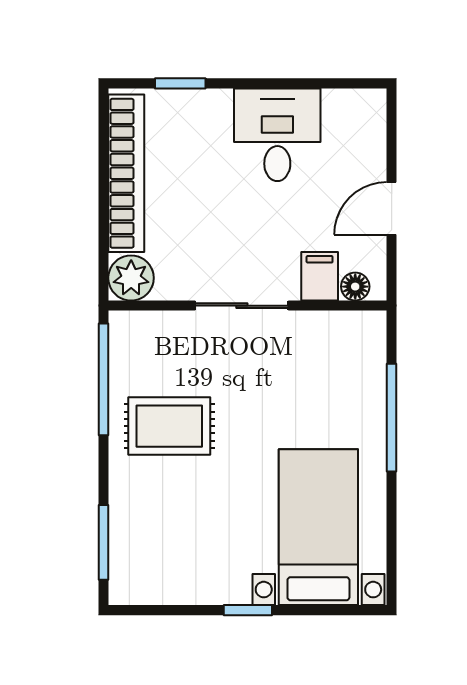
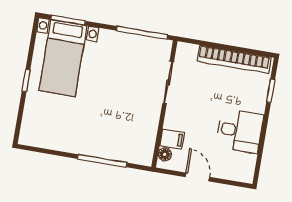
plant: (131, 278) -> (186, 53), removed
sliding door: (242, 306) -> (168, 83), moved
rug: (169, 426) -> (116, 59), removed
bed with nightstands: (318, 527) -> (63, 58), moved, turned 90

